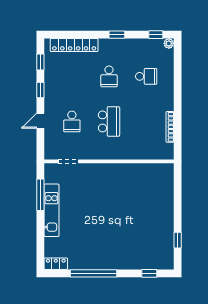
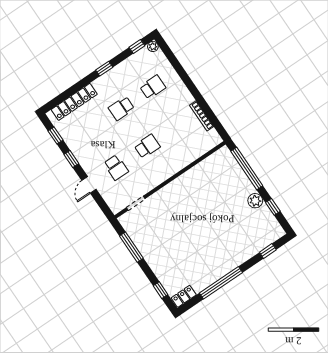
school desk: (109, 76) -> (121, 108), turned 90
school desk: (109, 121) -> (147, 146), width x0.54
window: (178, 195) -> (247, 169), added
kitchen unit: (51, 210) -> (150, 254), removed
plant: (167, 225) -> (255, 201), added
window: (40, 246) -> (161, 290), added

